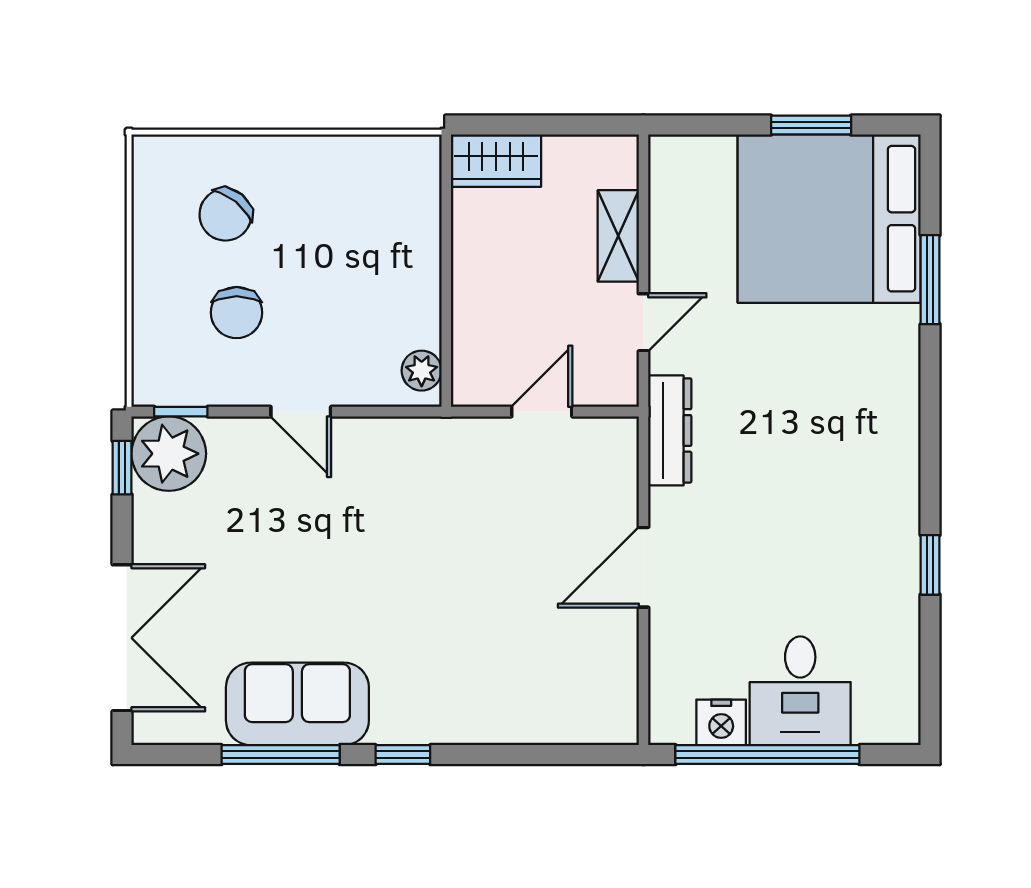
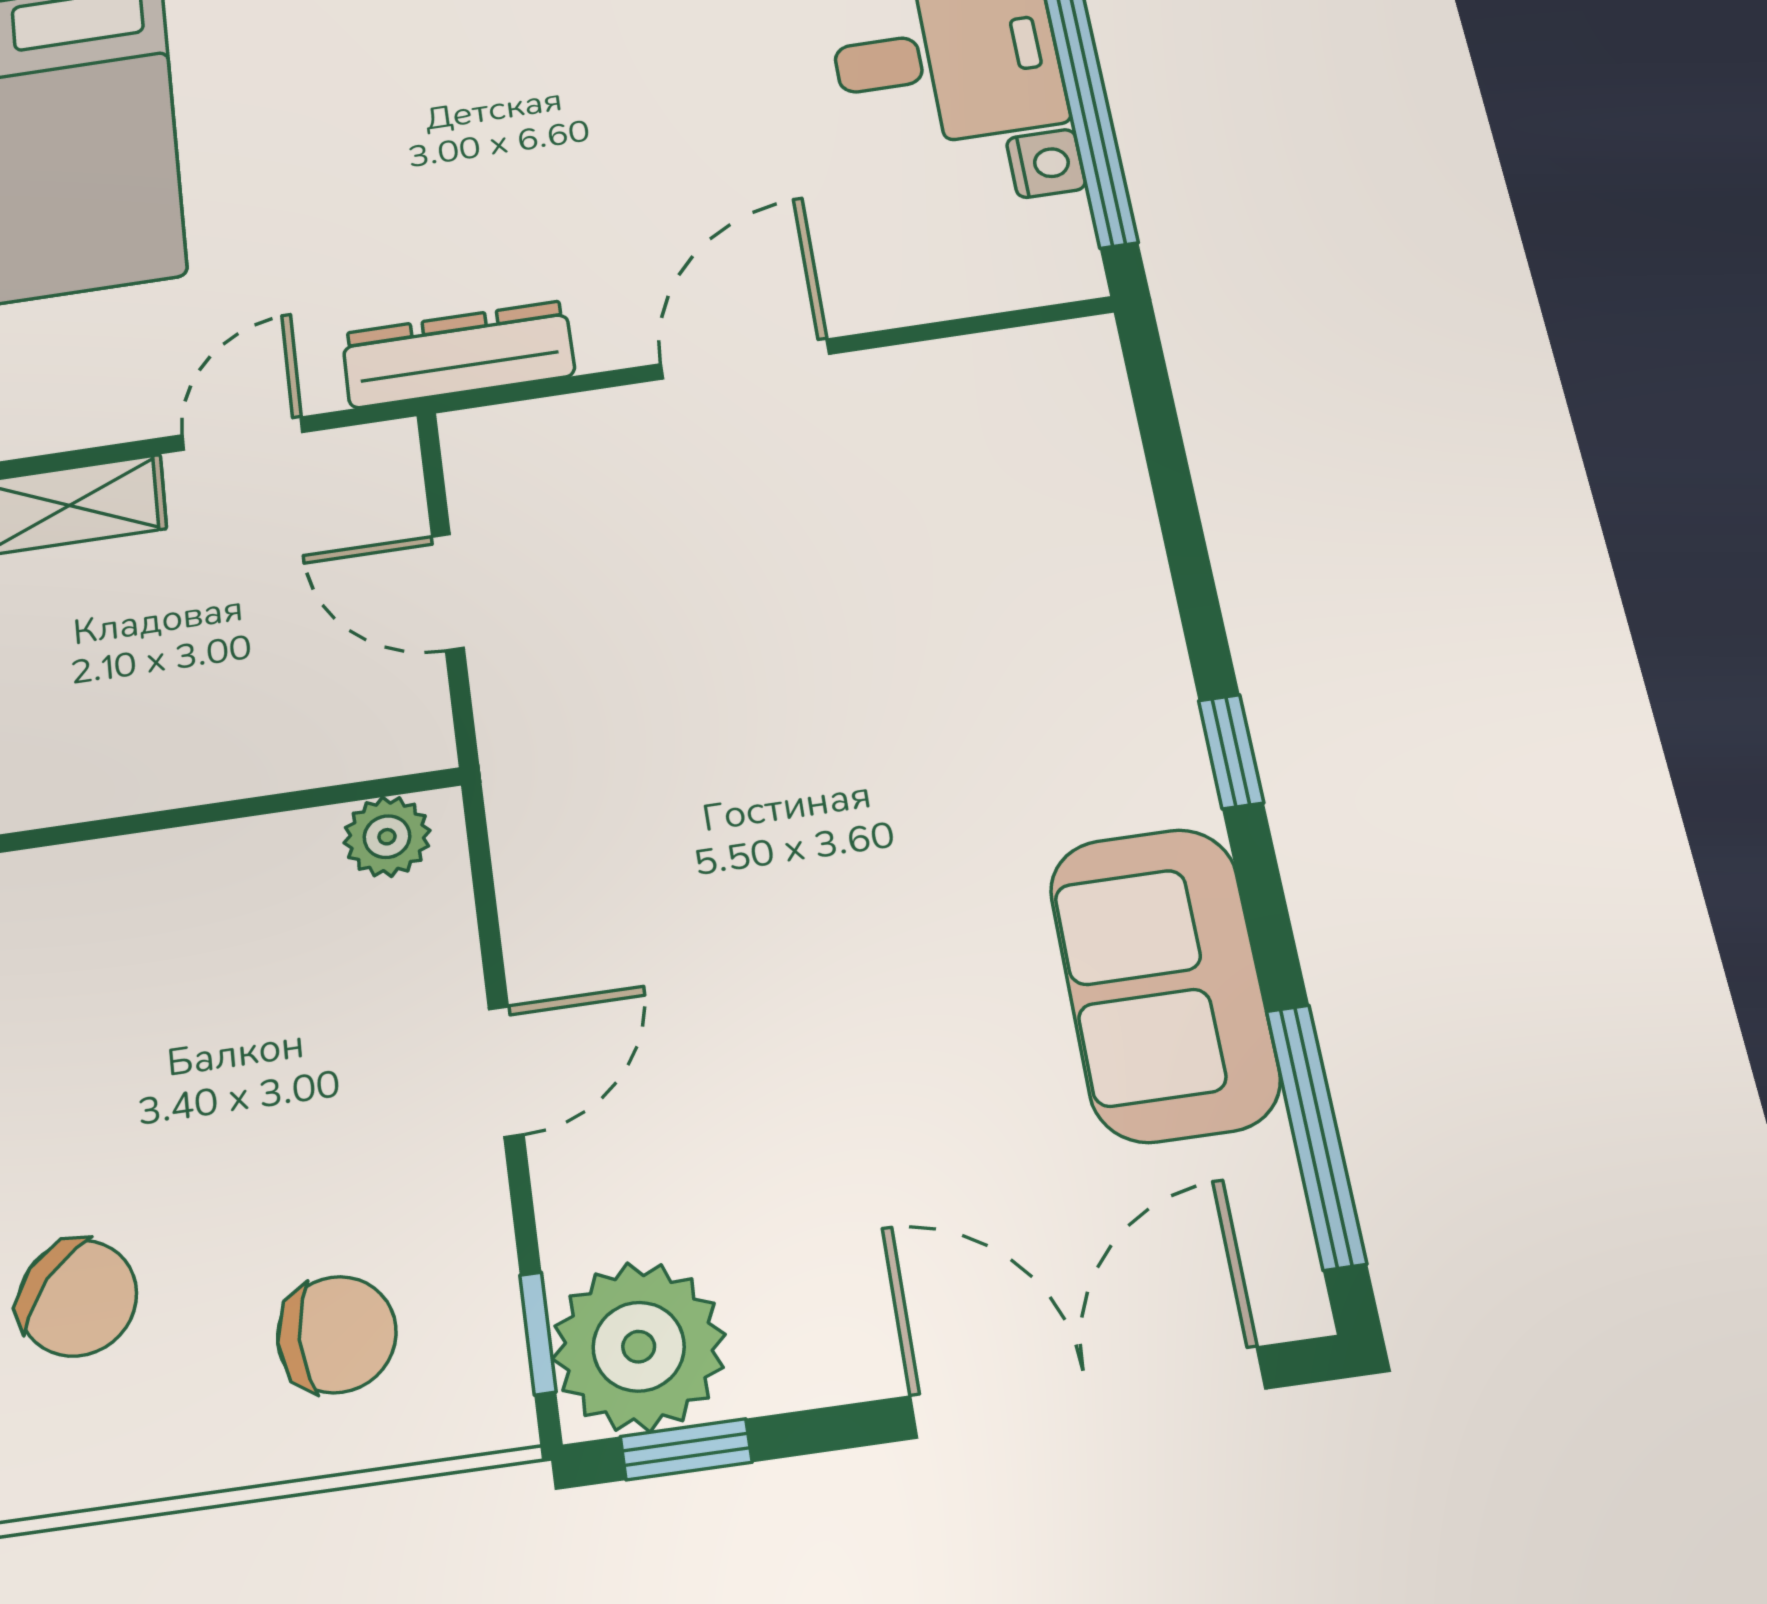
chair: (237, 313) -> (337, 1334), moved
door: (644, 322) -> (242, 434), hinge flipped
door: (644, 567) -> (745, 359), swing flipped
nightstand: (721, 722) -> (1046, 163), width x0.72, depth x0.74
window: (281, 755) -> (1316, 1136), moved

